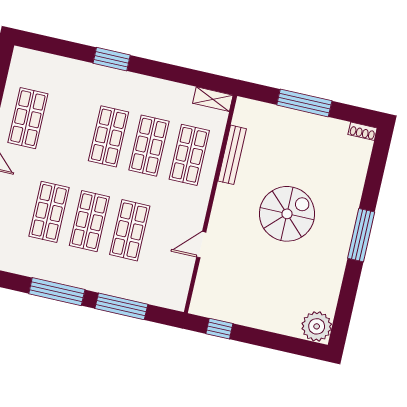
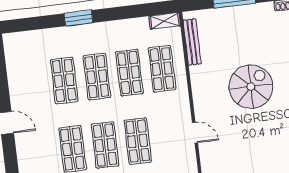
shop shelf: (28, 118) -> (64, 81), moved
bench: (232, 155) -> (192, 42), moved
door: (201, 245) -> (195, 133), swing flipped

